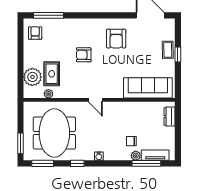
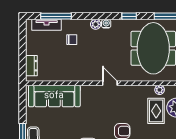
plant: (136, 156) -> (96, 24), moved

